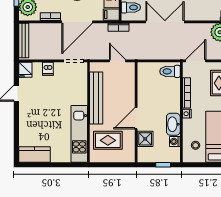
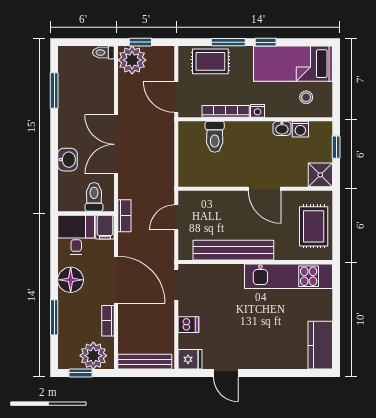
toilet: (170, 71) -> (215, 137), moved
washbasin: (173, 124) -> (282, 128), width x0.52, depth x0.69
shower: (145, 139) -> (320, 175), moved
rug: (108, 140) -> (314, 226), moved

